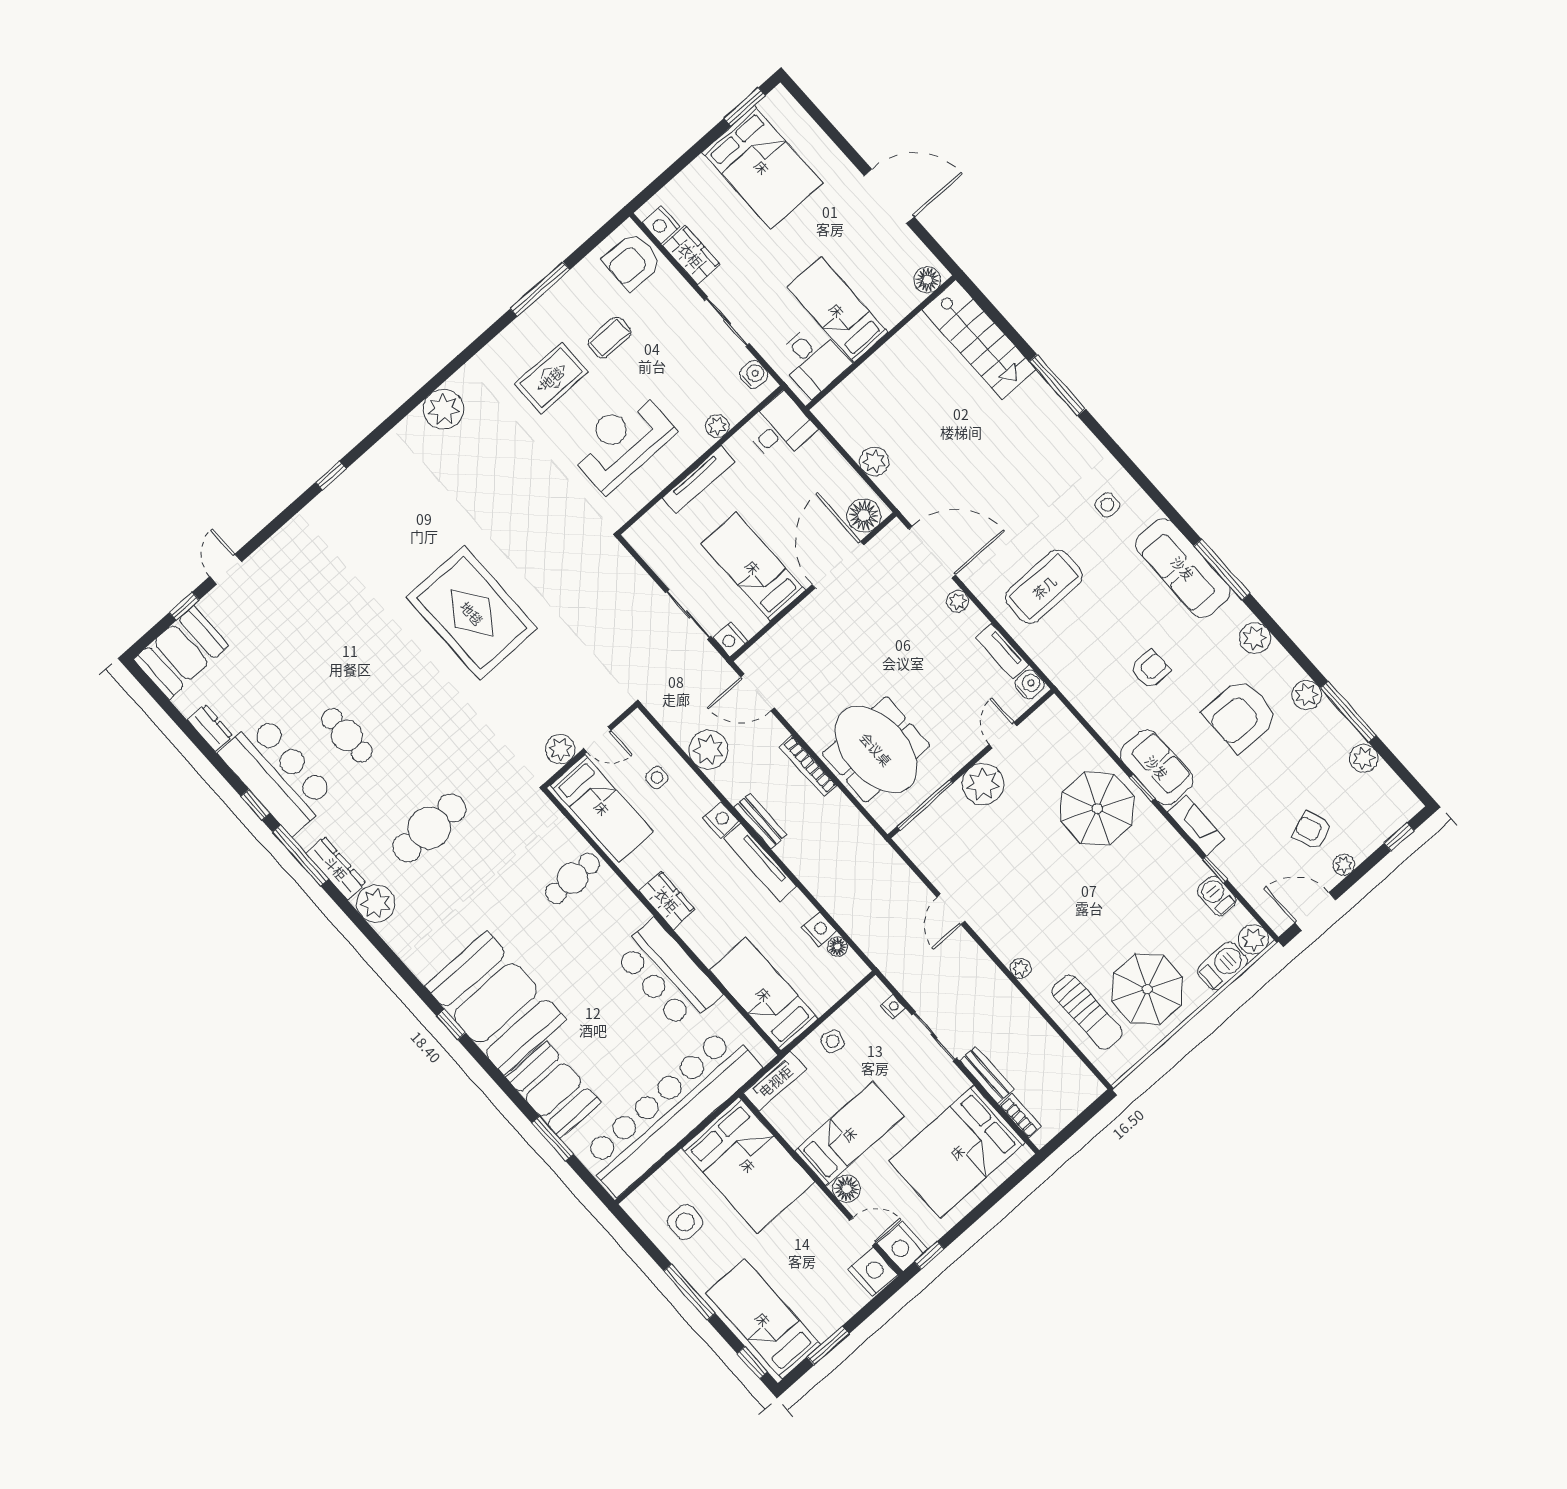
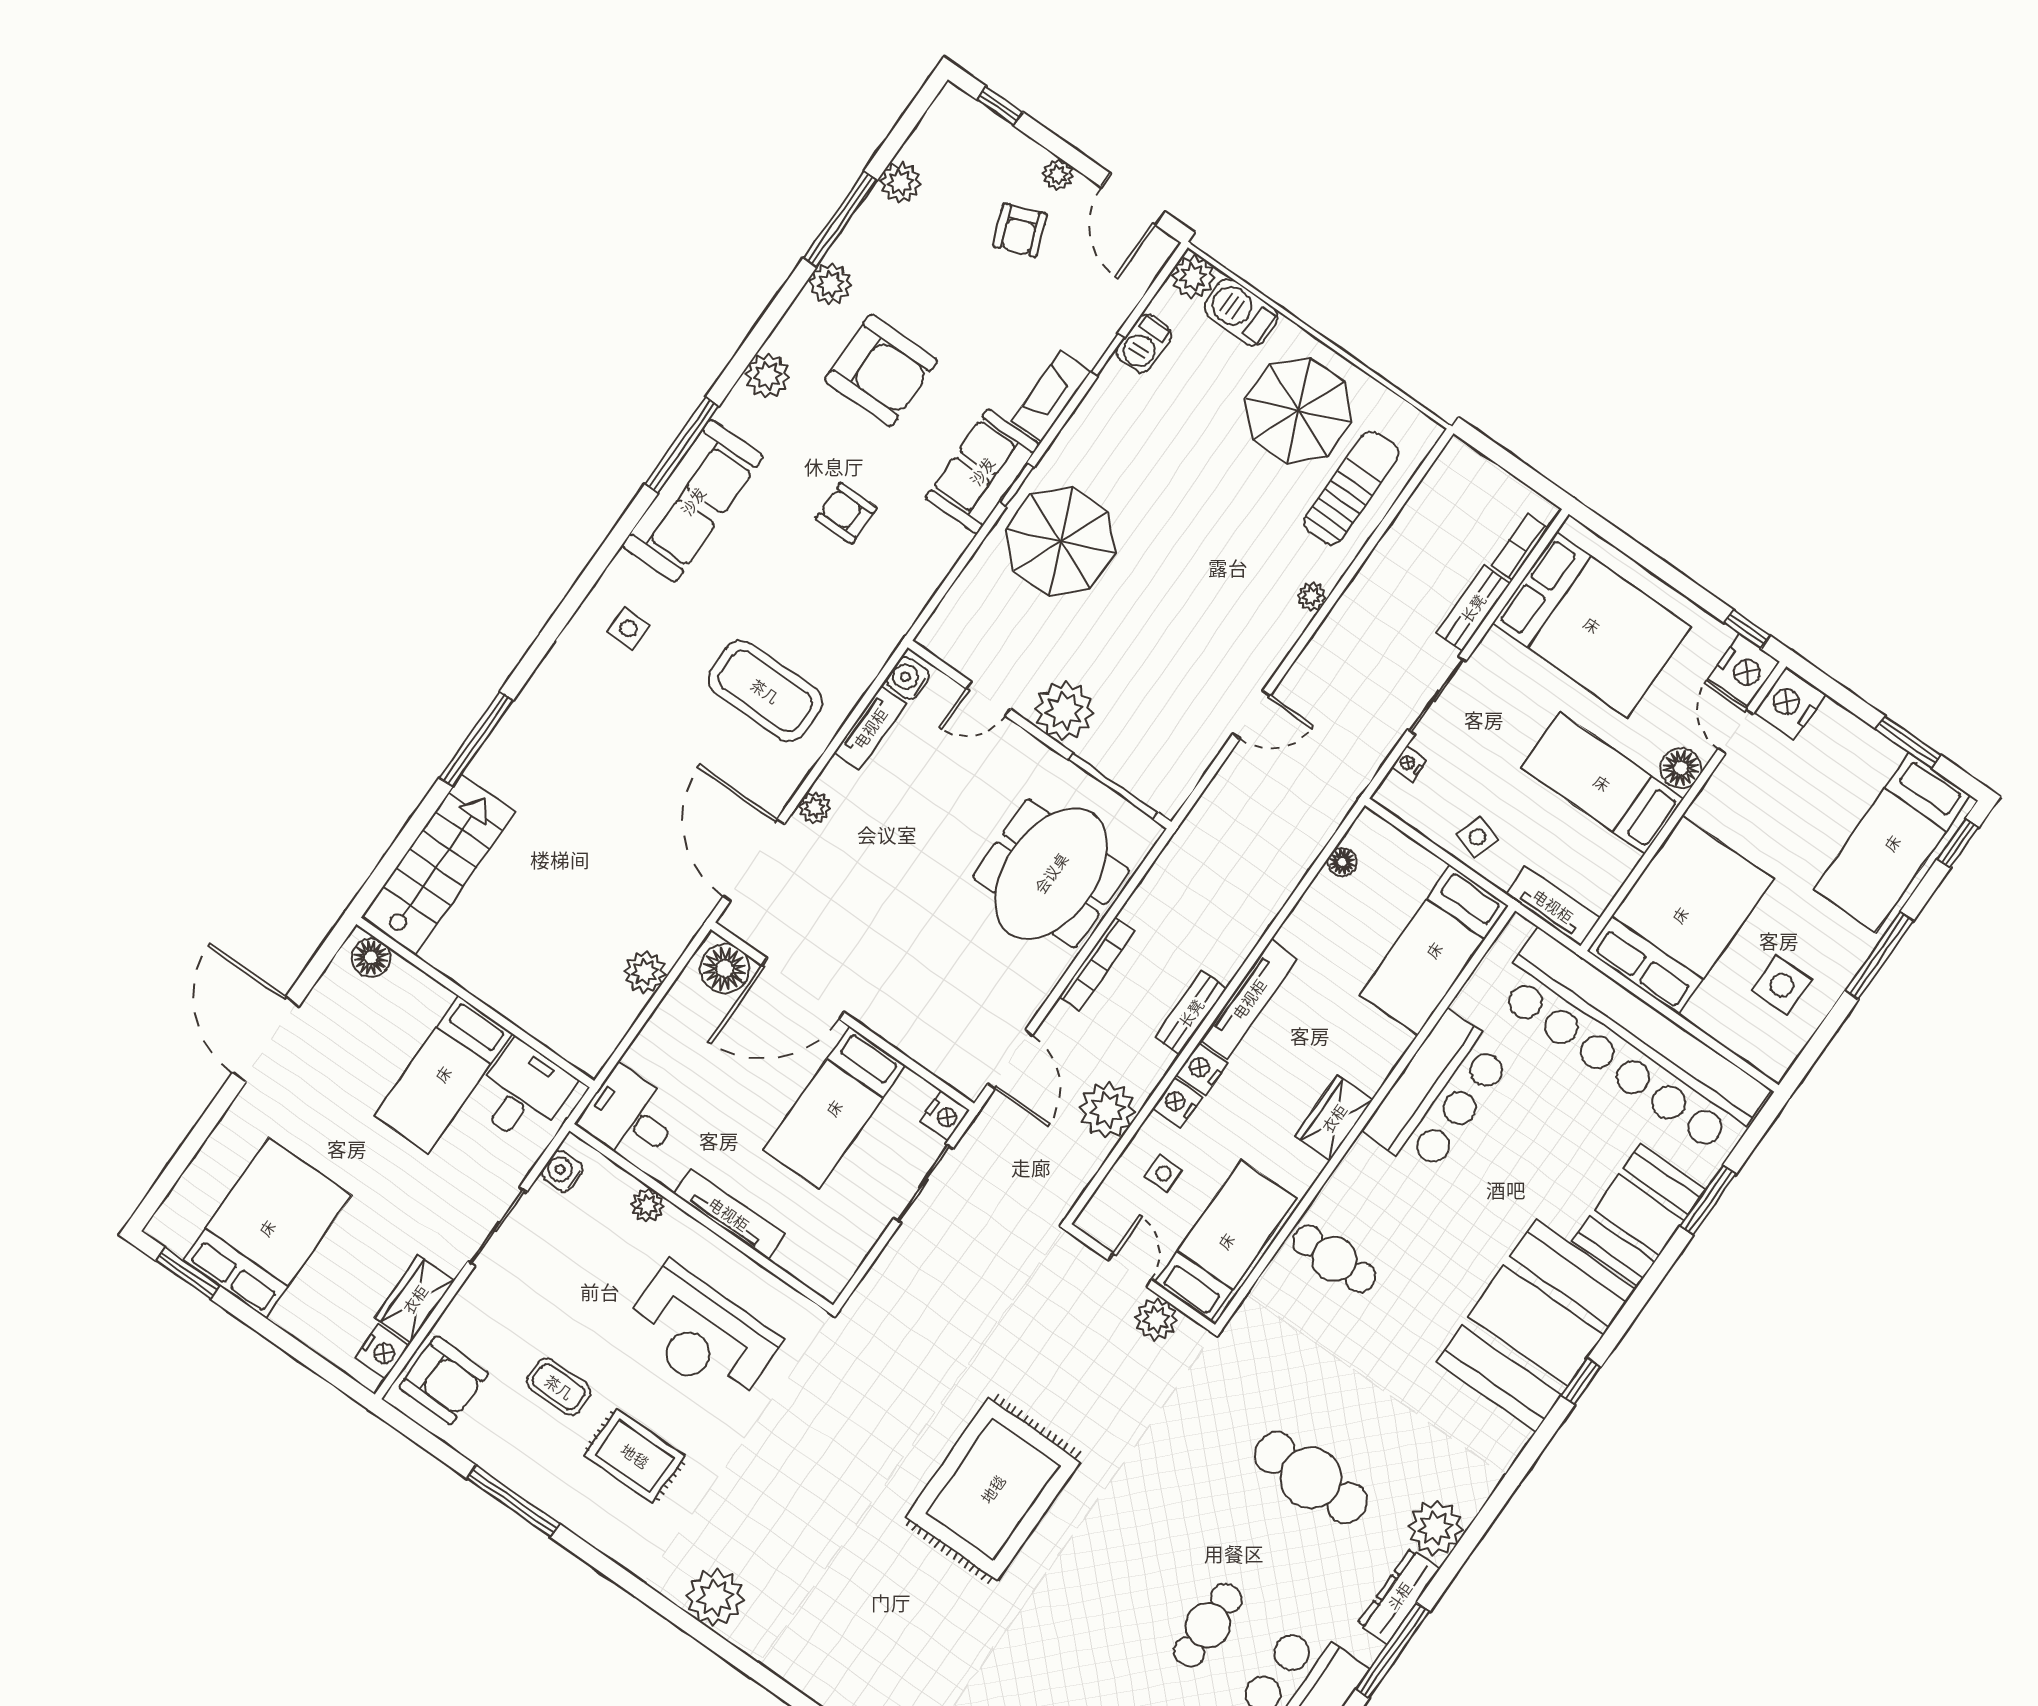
nightstand: (819, 929) -> (1177, 1103), moved

